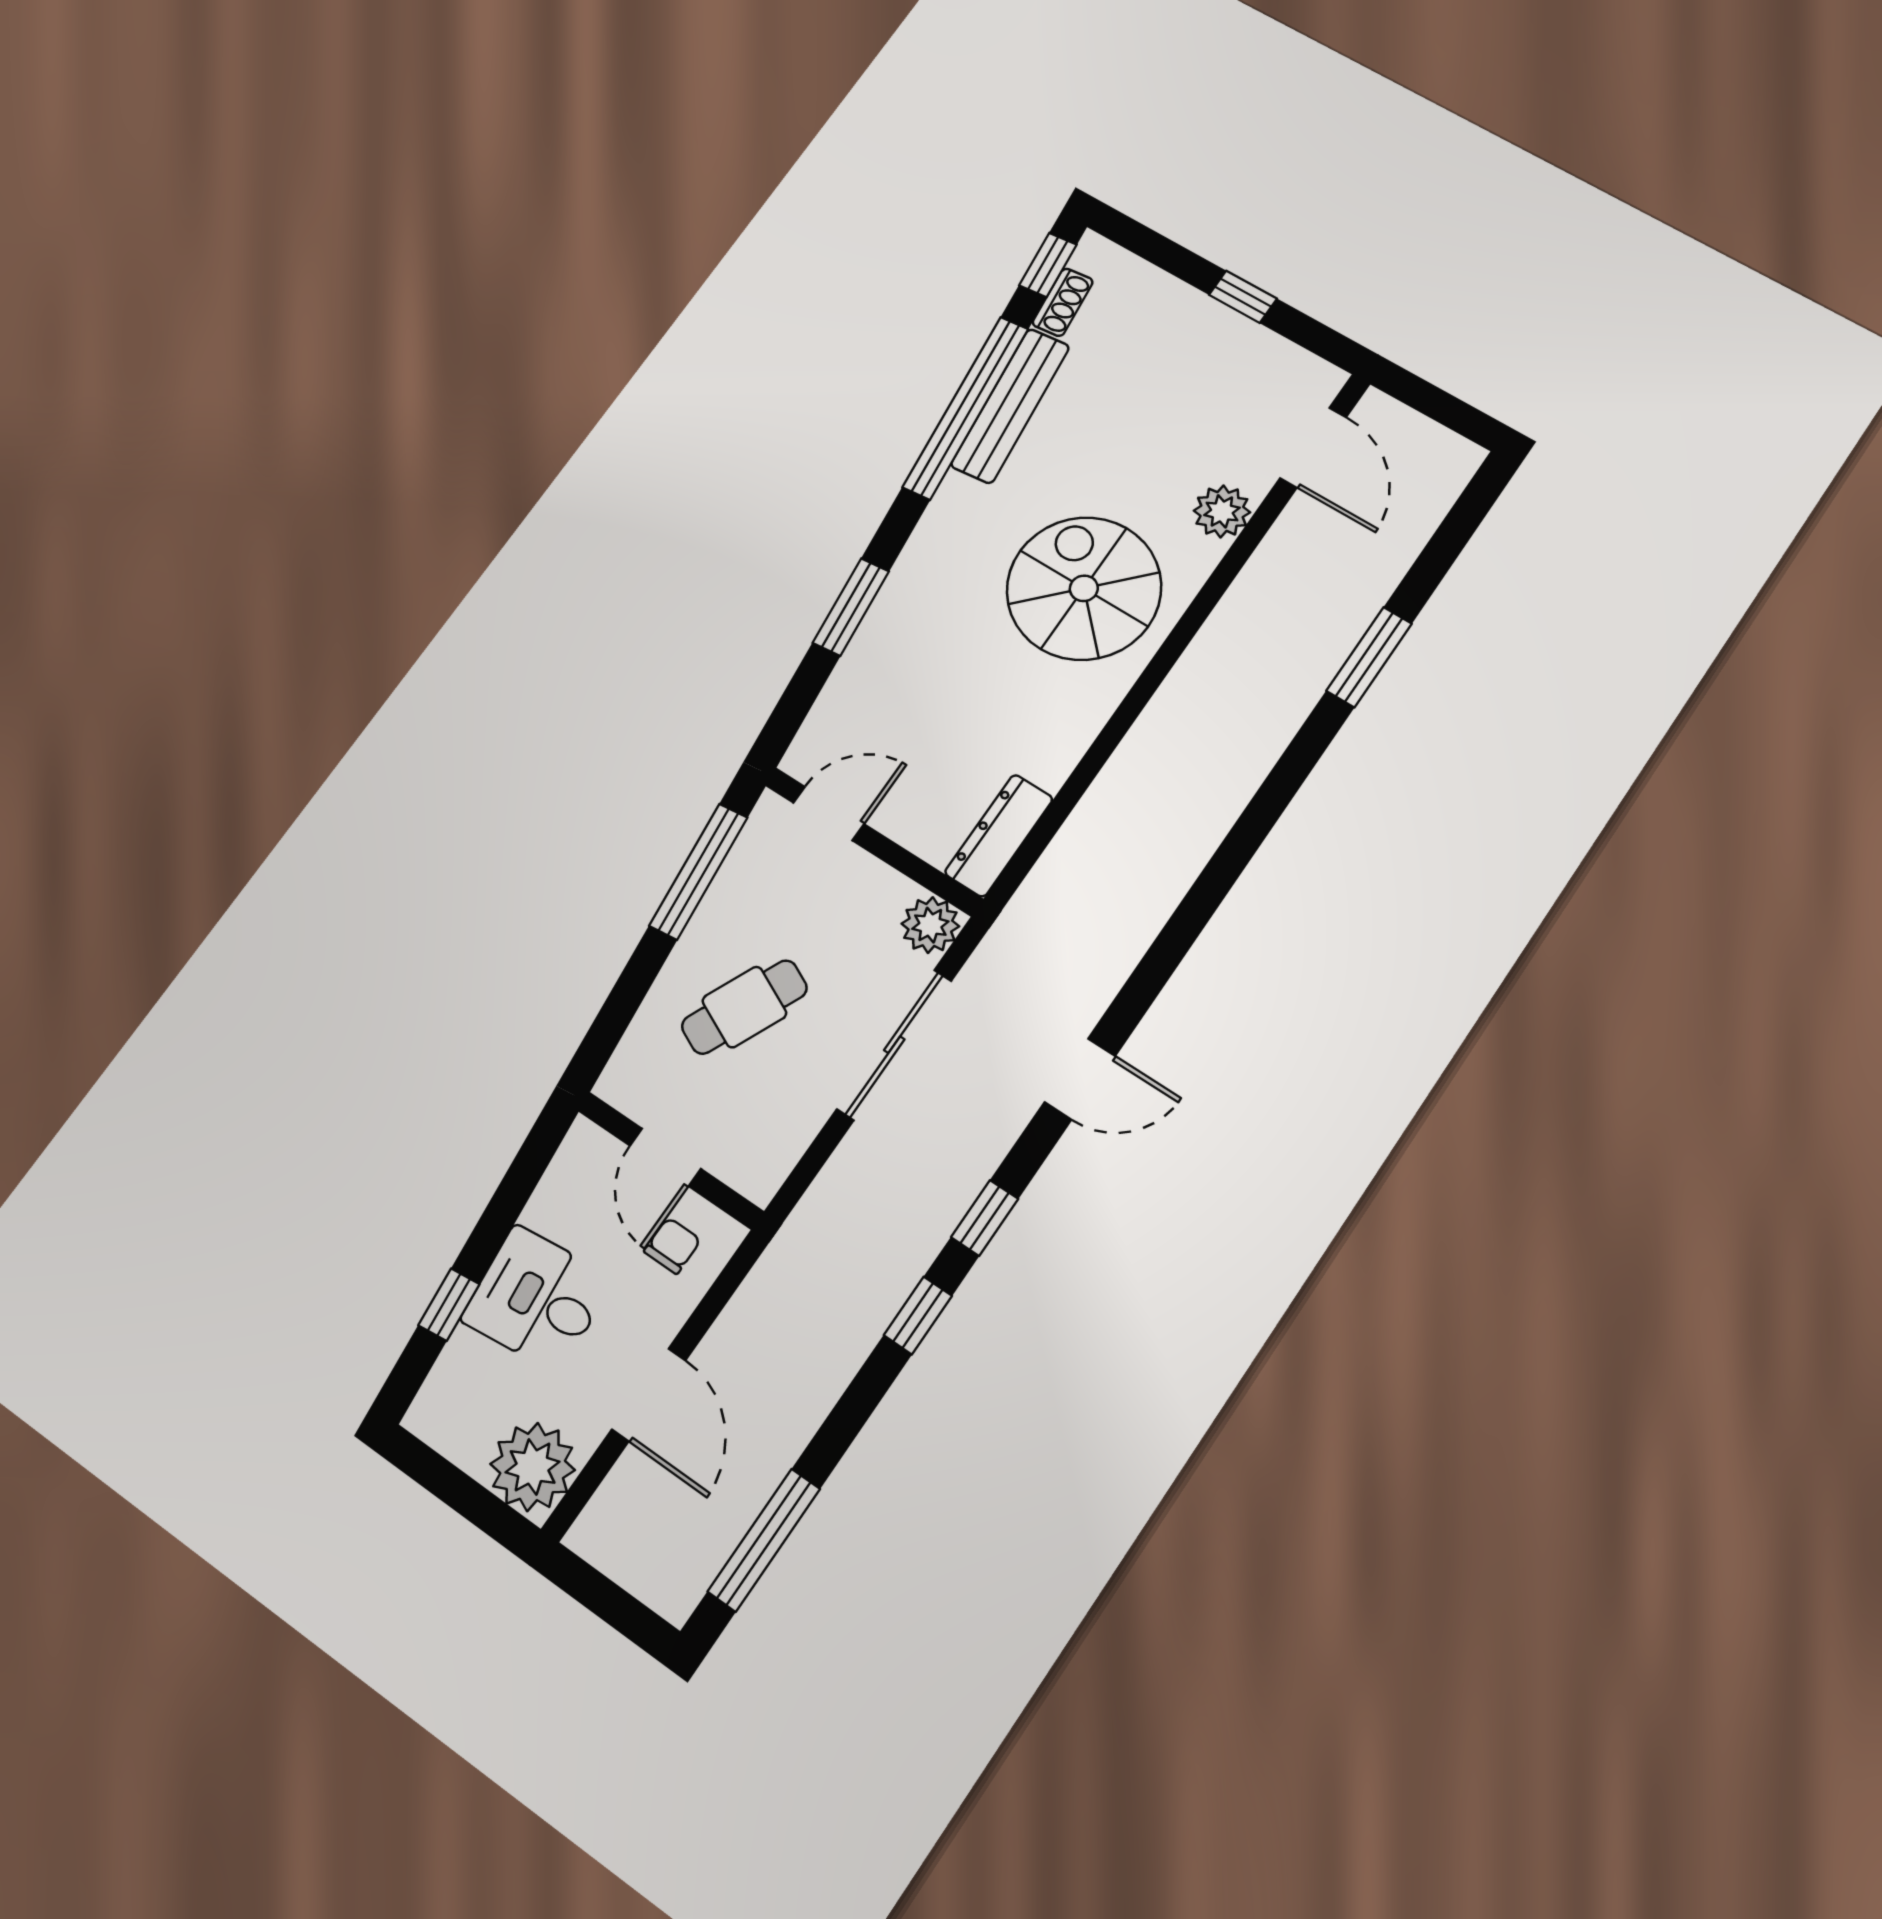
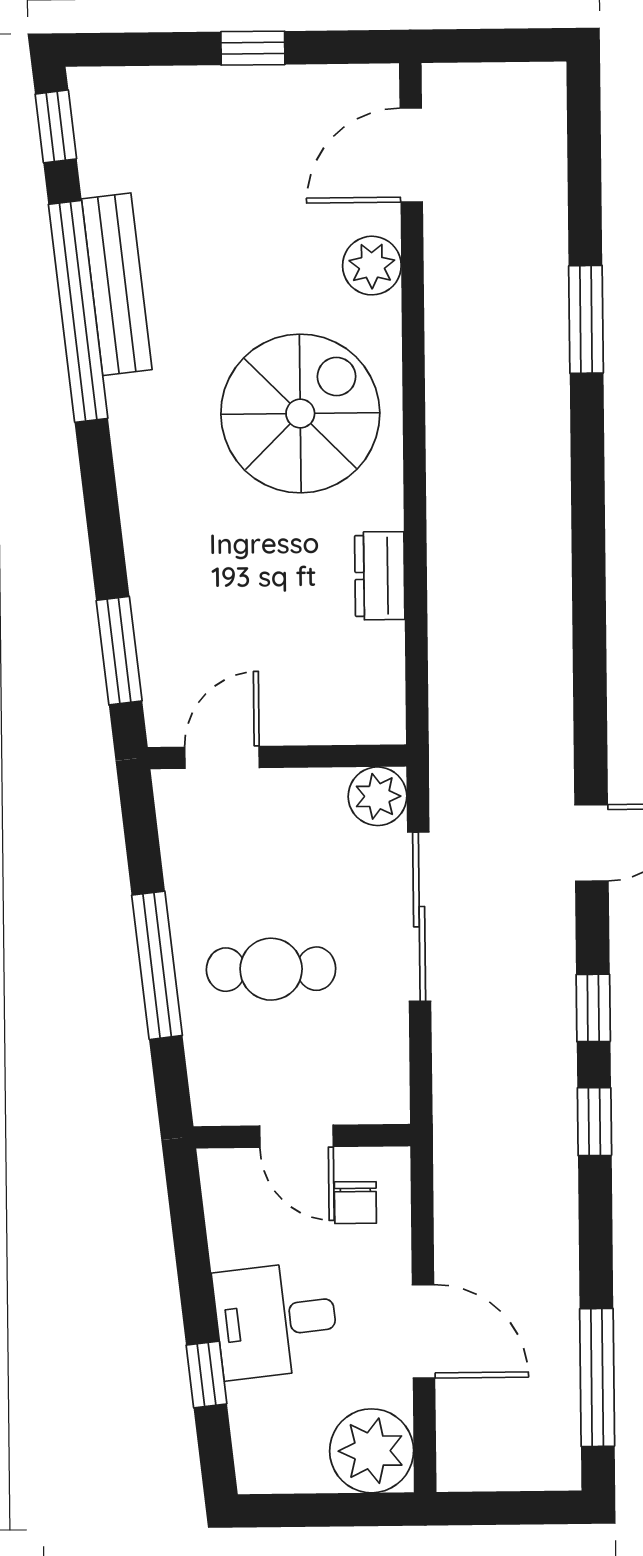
shoe rack: (1063, 302) -> (95, 155), removed
door: (1313, 448) -> (411, 155), swing flipped
spiral stairs: (1084, 588) -> (300, 413), turned 90
window: (851, 607) -> (119, 651), moved
dresser: (999, 836) -> (380, 576), moved, width x0.70
window: (698, 872) -> (157, 965), moved
cafe table: (744, 1007) -> (271, 969), turned 65
chair: (672, 1246) -> (355, 1203), turned 180

